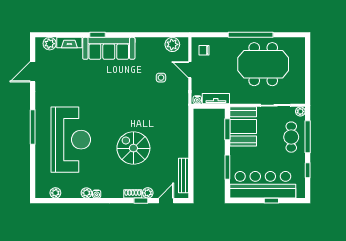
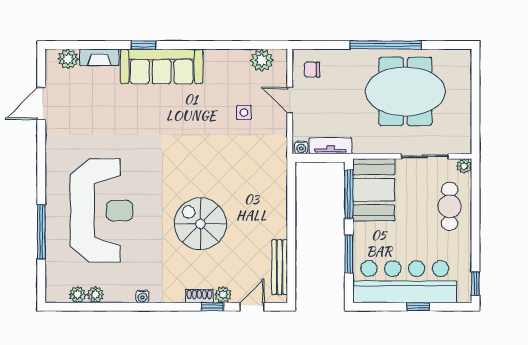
window: (33, 127) -> (41, 232), moved
window: (227, 129) -> (349, 194), width x1.44
window: (308, 137) -> (475, 206), removed
window: (308, 170) -> (475, 284), moved
plant: (86, 193) -> (95, 295), moved

